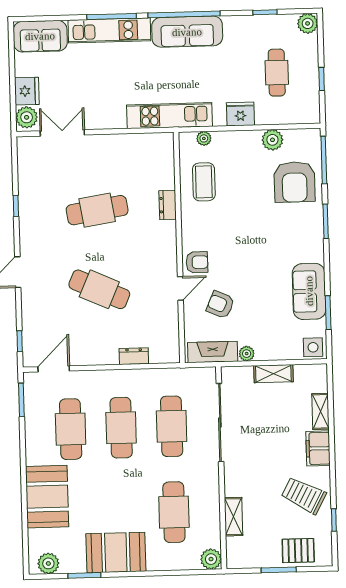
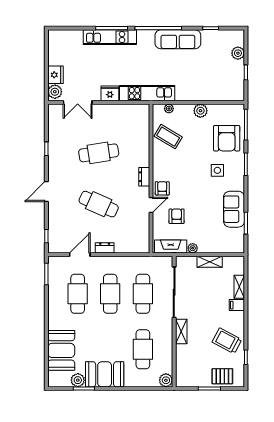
plant: (308, 23) -> (238, 53), moved
sofa: (187, 32) -> (178, 39), moved
sofa: (40, 36) -> (65, 40), removed
cafe table: (277, 73) -> (217, 67), removed
fridge: (240, 114) -> (110, 93), moved
double door: (62, 133) -> (78, 102), swing flipped
plant: (272, 140) -> (200, 111), moved
coffee table: (204, 182) -> (168, 137), turned -59
dresser: (168, 205) -> (144, 177), moved
armchair: (197, 262) -> (162, 188), turned -90
armchair: (220, 305) -> (177, 216), turned 66
side table: (313, 347) -> (217, 170), moved
dresser: (134, 356) -> (105, 248), moved
door: (54, 369) -> (80, 255), moved
filing cabinet: (318, 448) -> (237, 305), width x0.50
booth: (47, 497) -> (61, 350), moved
shelving: (233, 517) -> (181, 331), moved
plant: (48, 563) -> (78, 380), moved

